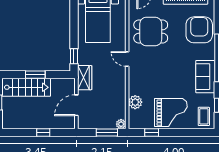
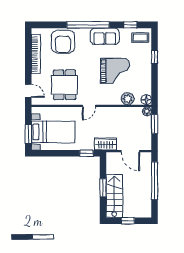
armchair: (199, 30) -> (63, 42), turned -90
grand piano: (171, 113) -> (115, 71), moved, turned 90
floor lamp: (134, 123) -> (146, 100), added
window: (43, 133) -> (155, 181), width x3.17
window: (152, 133) -> (155, 57), moved

